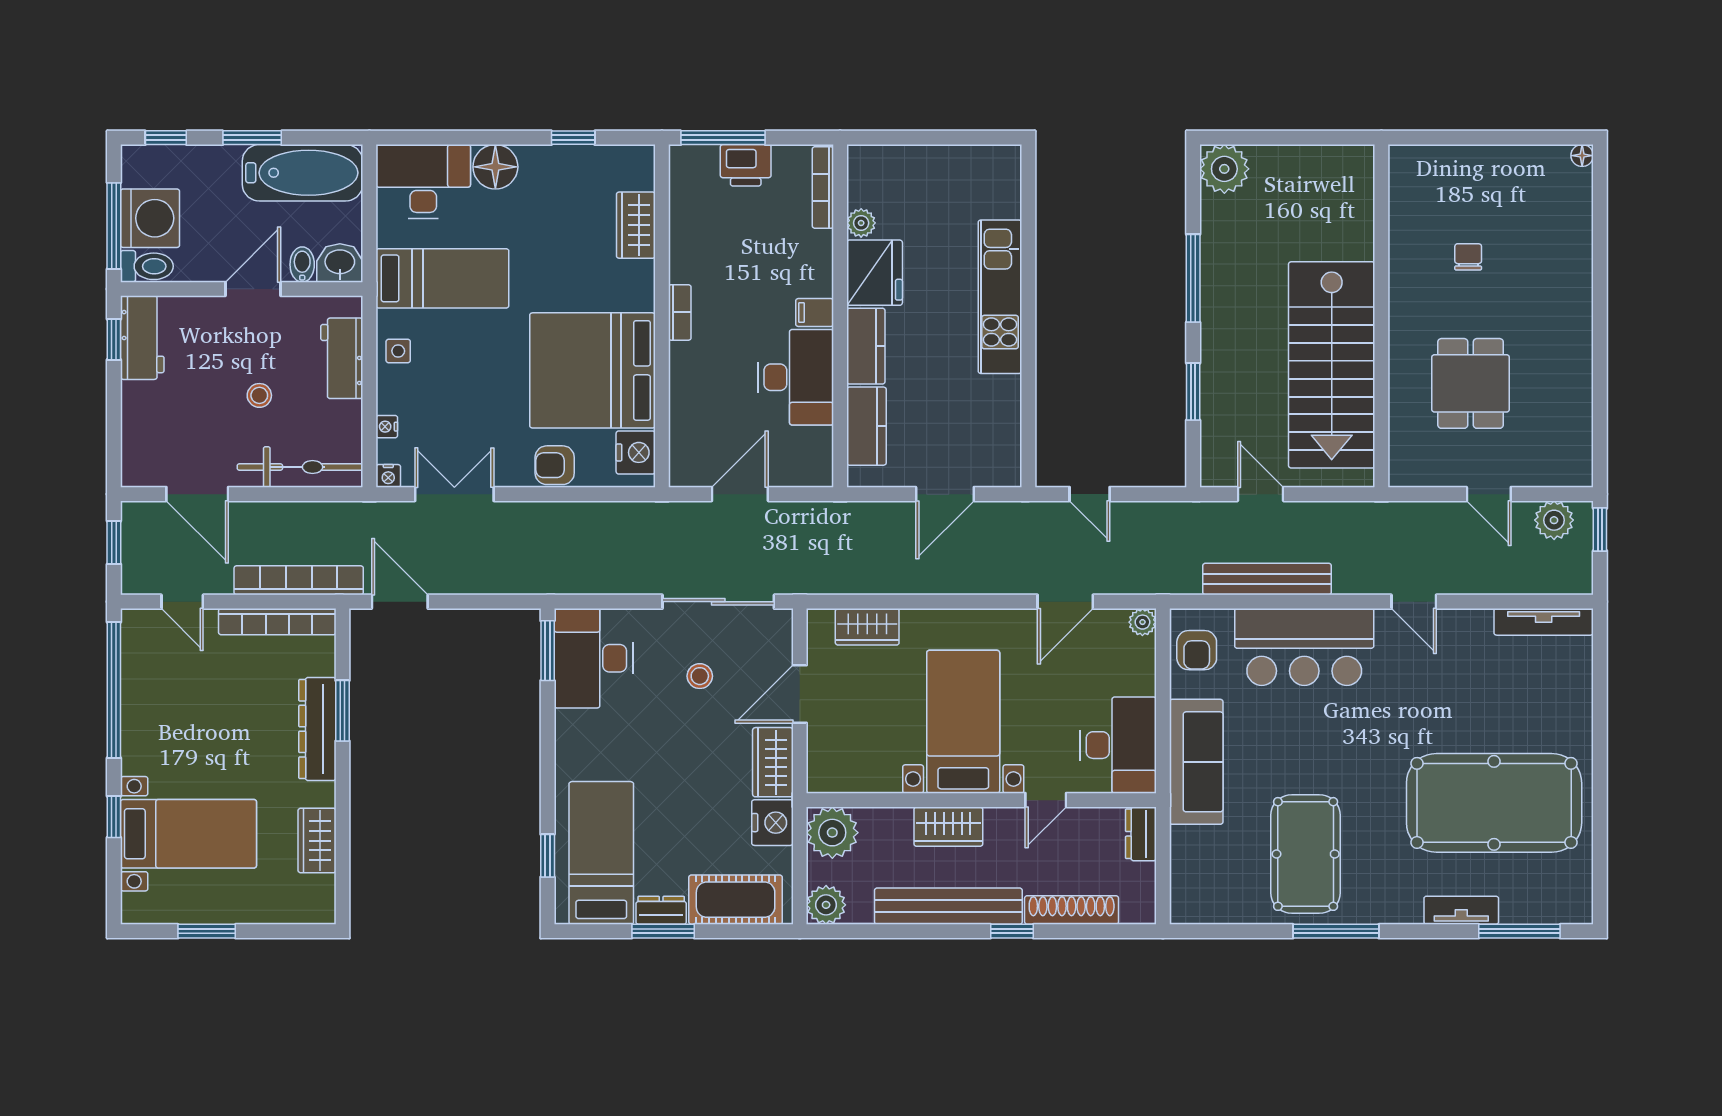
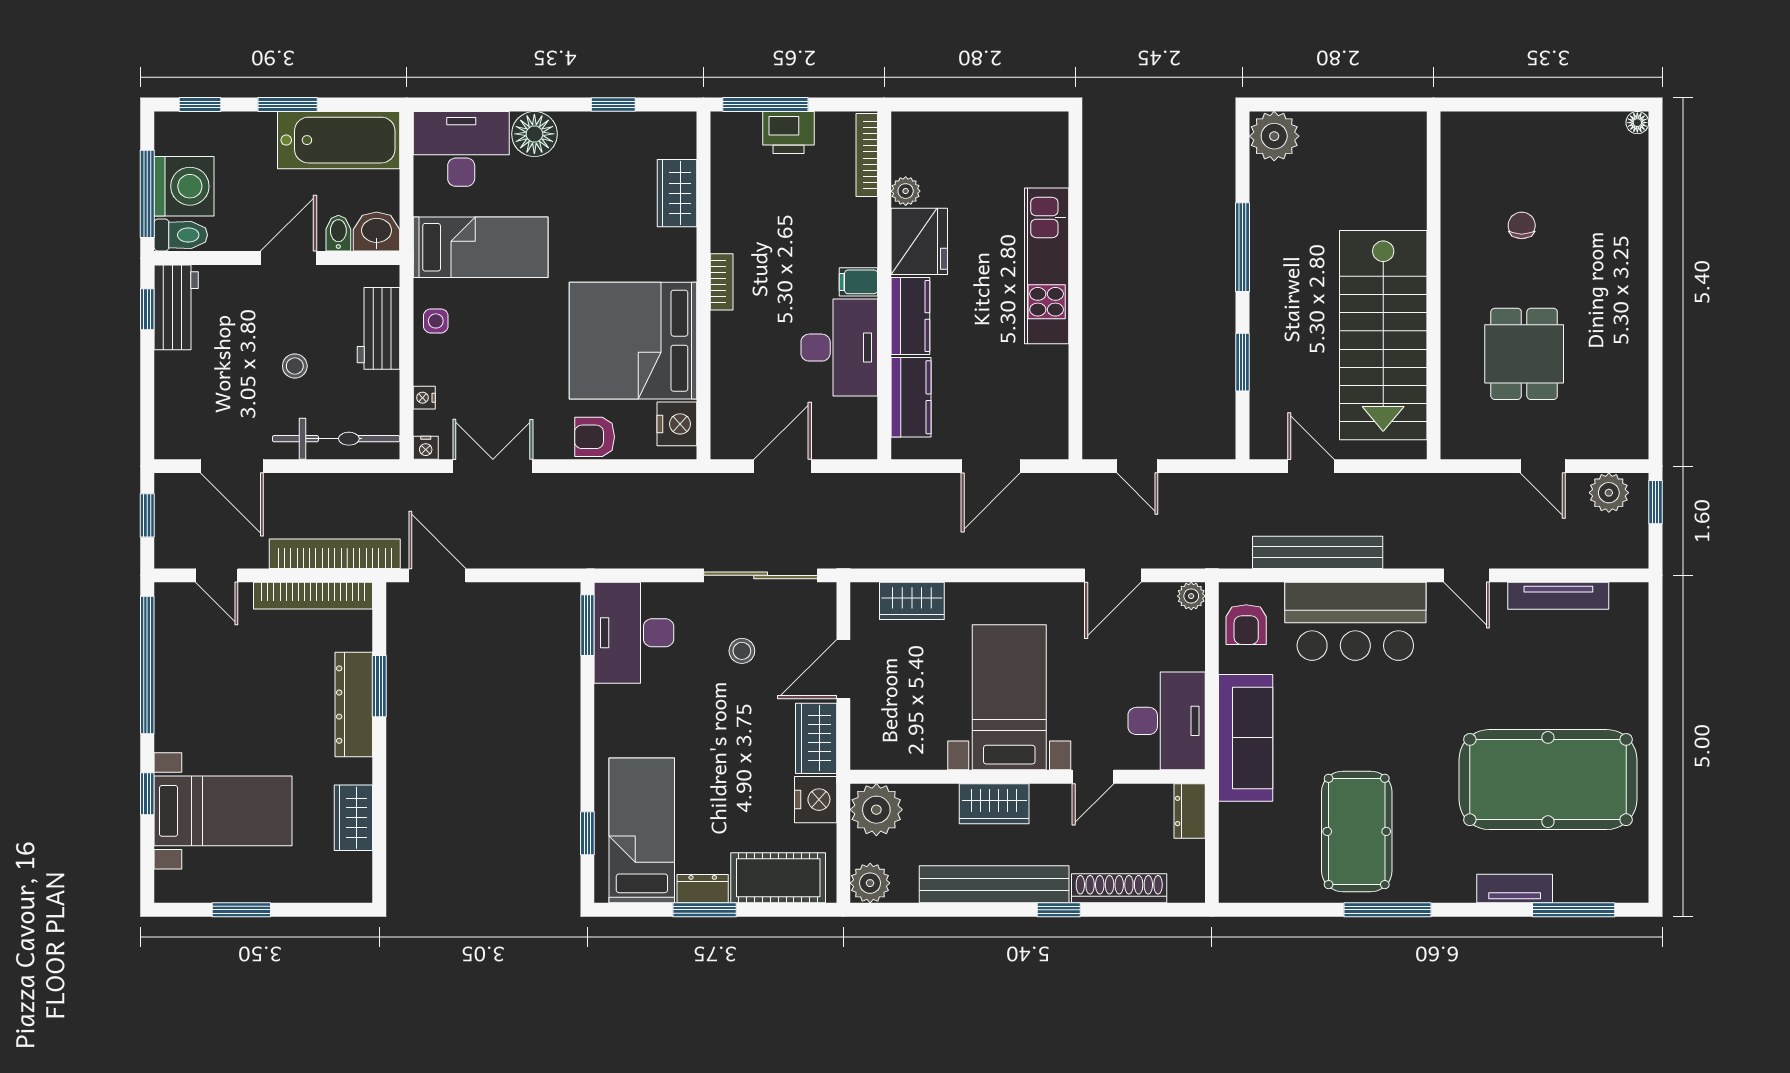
tv unit: (1544, 622) -> (1558, 596), moved

